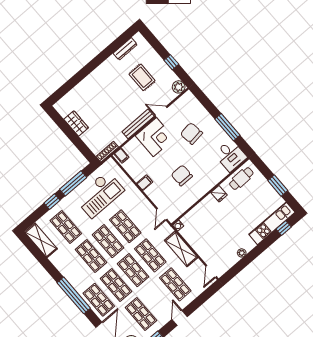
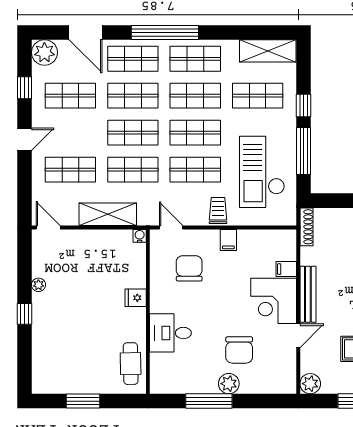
plant: (211, 125) -> (229, 384), added
chair: (191, 134) -> (239, 350), turned 97
filing cabinet: (122, 156) -> (286, 269), moved
desk: (230, 156) -> (170, 333), moved
chair: (182, 175) -> (189, 268), moved, turned -90
fridge: (219, 194) -> (136, 298), moved
trolley: (135, 199) -> (218, 211), added
kitchen unit: (272, 223) -> (43, 354), removed
window: (284, 228) -> (24, 314), moved
shop shelf: (74, 271) -> (195, 59), added
door: (180, 318) -> (24, 139), hinge flipped

